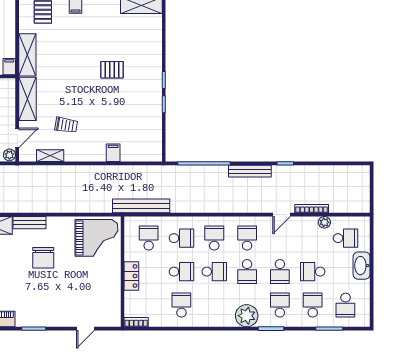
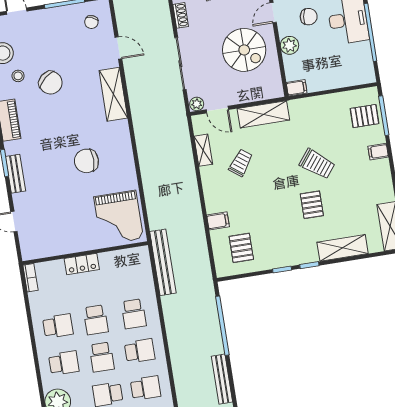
shelving: (27, 55) -> (343, 248), moved
trolley: (78, 60) -> (317, 164), added
trolley: (66, 125) -> (241, 163), turned -152
pallet: (140, 136) -> (241, 248), added
bench: (30, 223) -> (15, 174), moved
school desk: (149, 238) -> (64, 363), moved

